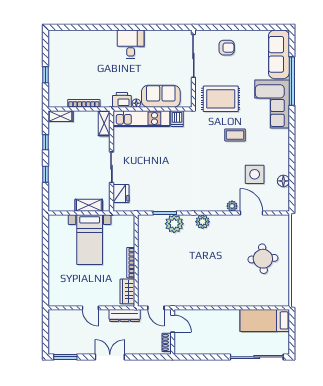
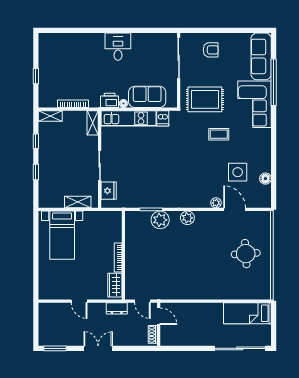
bed with nightstands: (90, 240) -> (62, 235), moved
dresser: (125, 315) -> (117, 308), width x0.70

